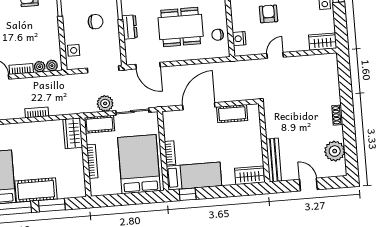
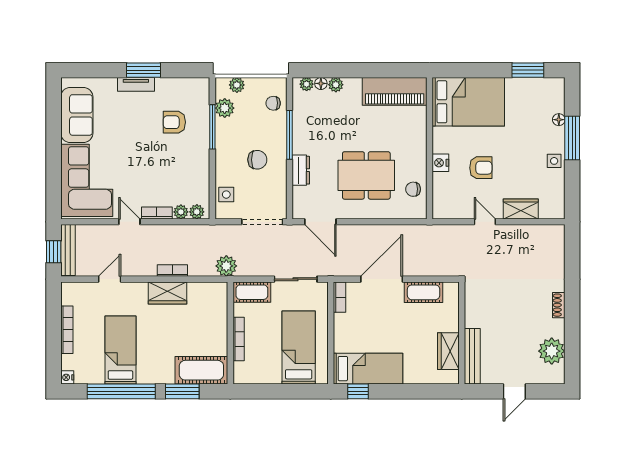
armchair: (269, 14) -> (481, 168), turned 90
nightstand: (239, 39) -> (440, 163), moved
wardrobe: (323, 42) -> (521, 209), moved
door: (275, 55) -> (485, 222), hinge flipped
plant: (105, 103) -> (226, 266), moved
wardrobe: (73, 133) -> (168, 293), moved, turned -90
bookcase: (170, 153) -> (340, 297), moved
bed: (139, 164) -> (299, 348), width x0.67
wardrobe: (250, 175) -> (448, 351), moved, turned -90
door: (308, 185) -> (514, 391), swing flipped
cot: (36, 190) -> (201, 370), moved

